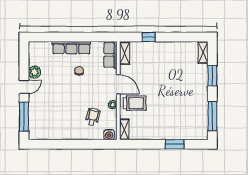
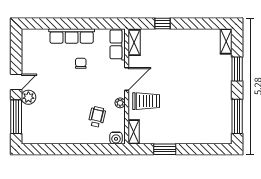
plant: (35, 72) -> (28, 97), moved
door: (118, 84) -> (127, 79), hinge flipped
window: (175, 144) -> (165, 149), moved

